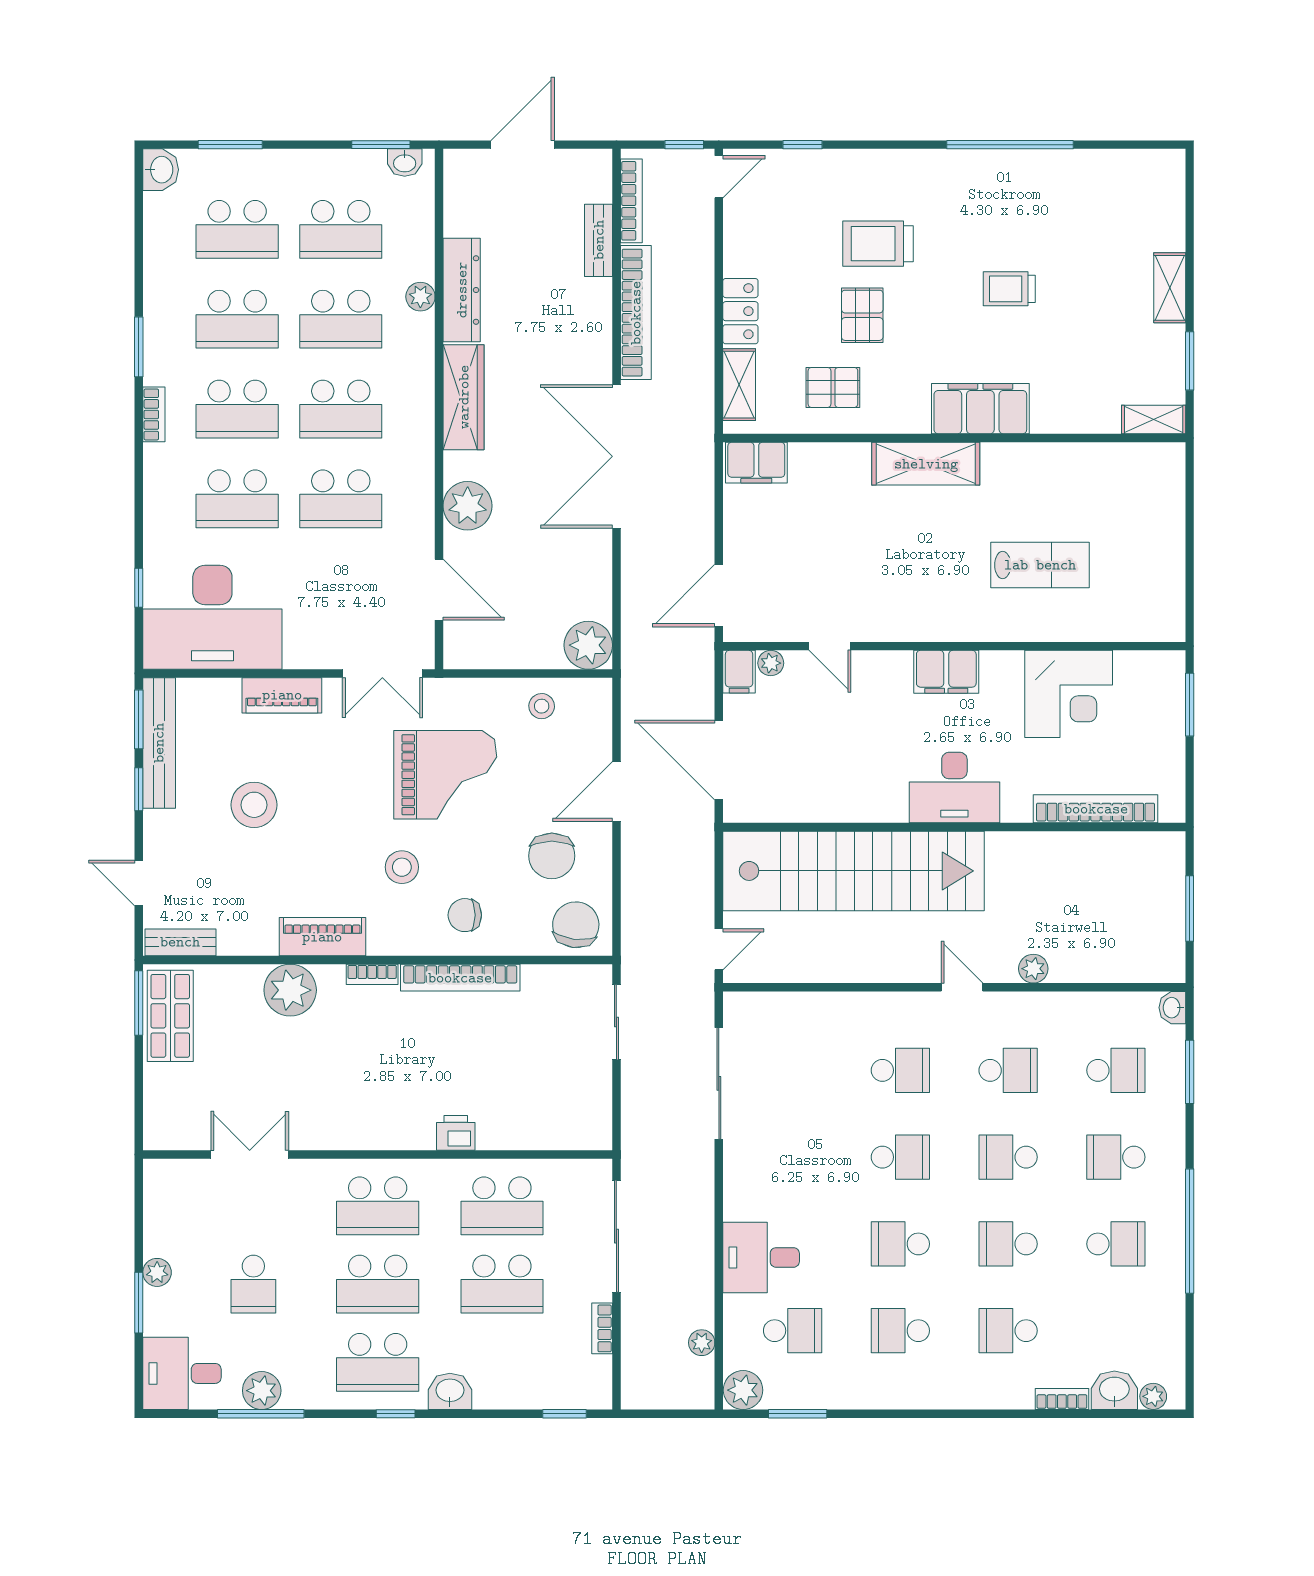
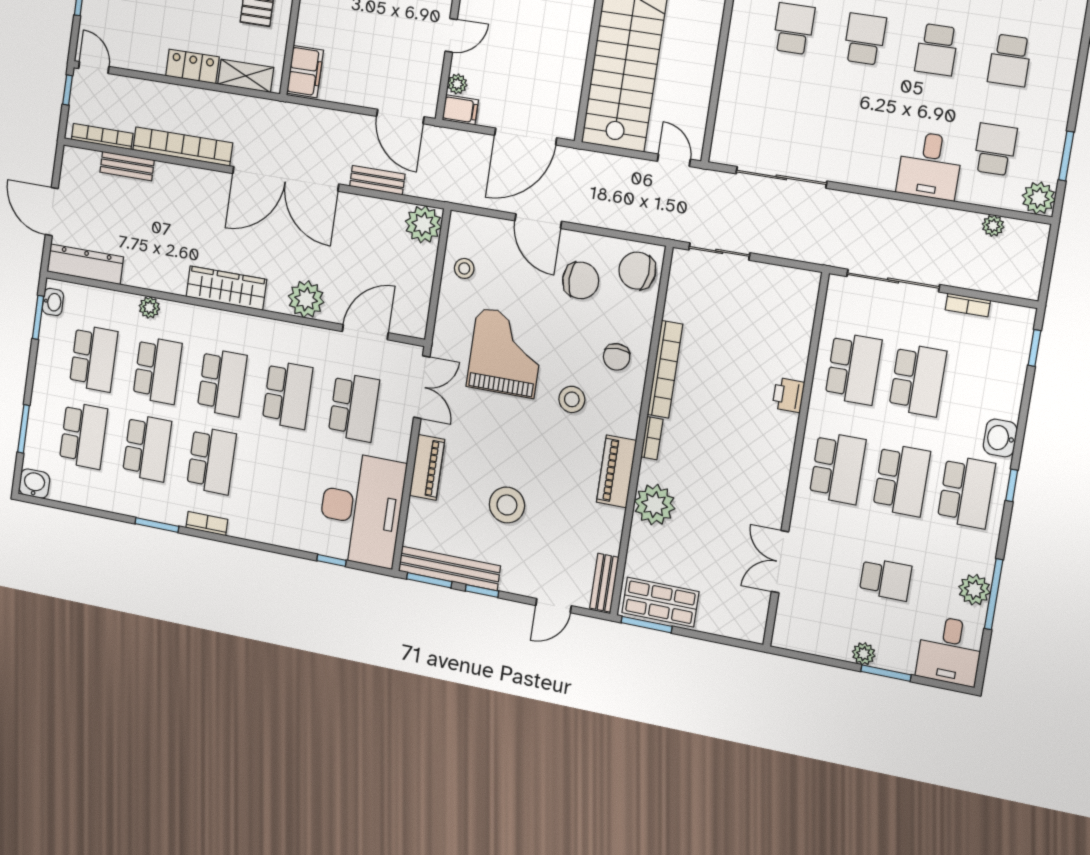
dresser: (462, 290) -> (85, 264), moved
school desk: (237, 499) -> (354, 407), moved
bench: (634, 577) -> (377, 180), added

